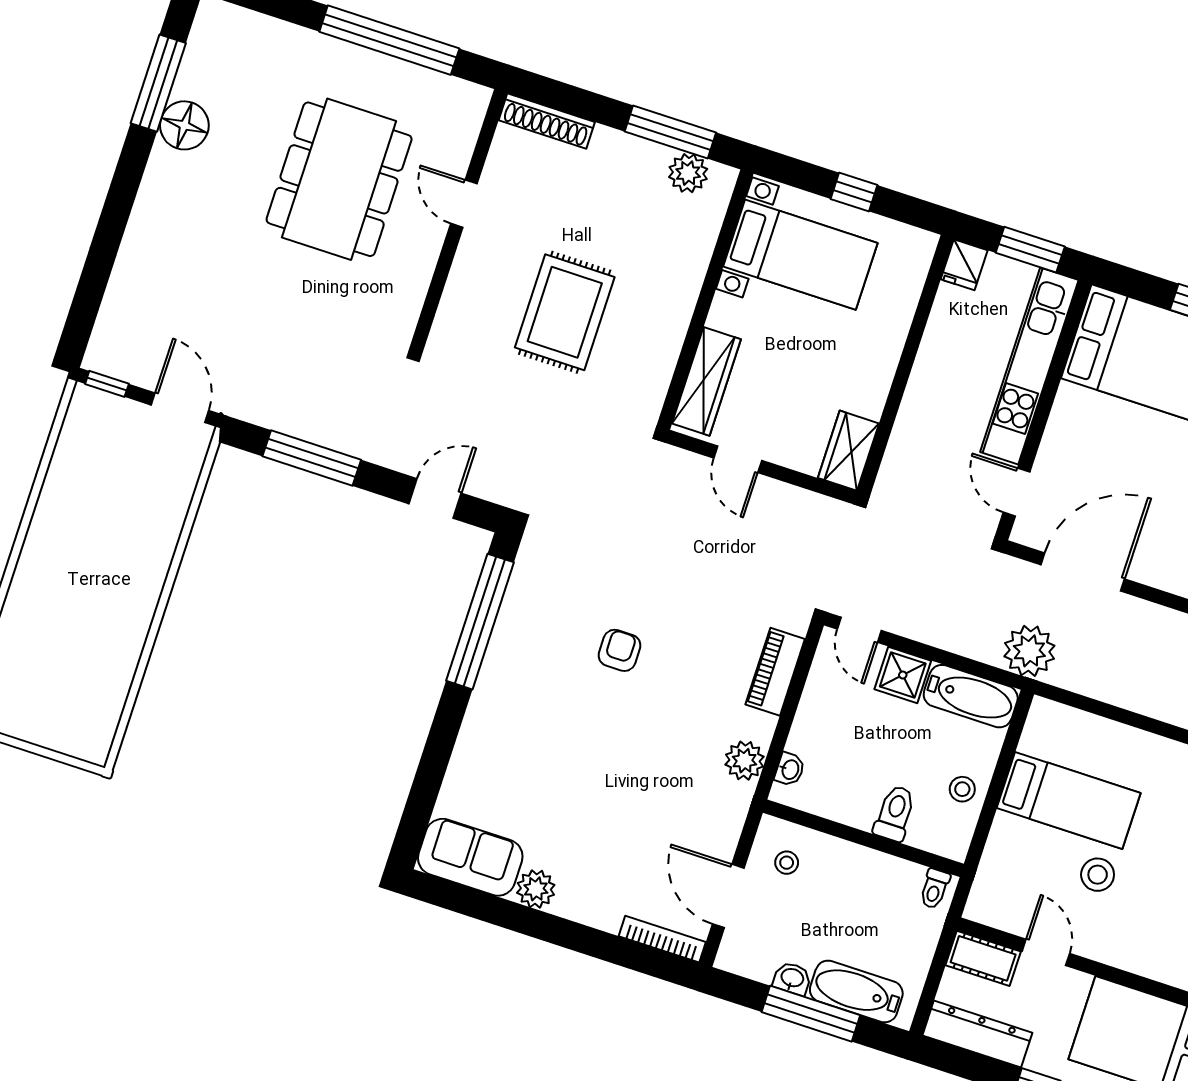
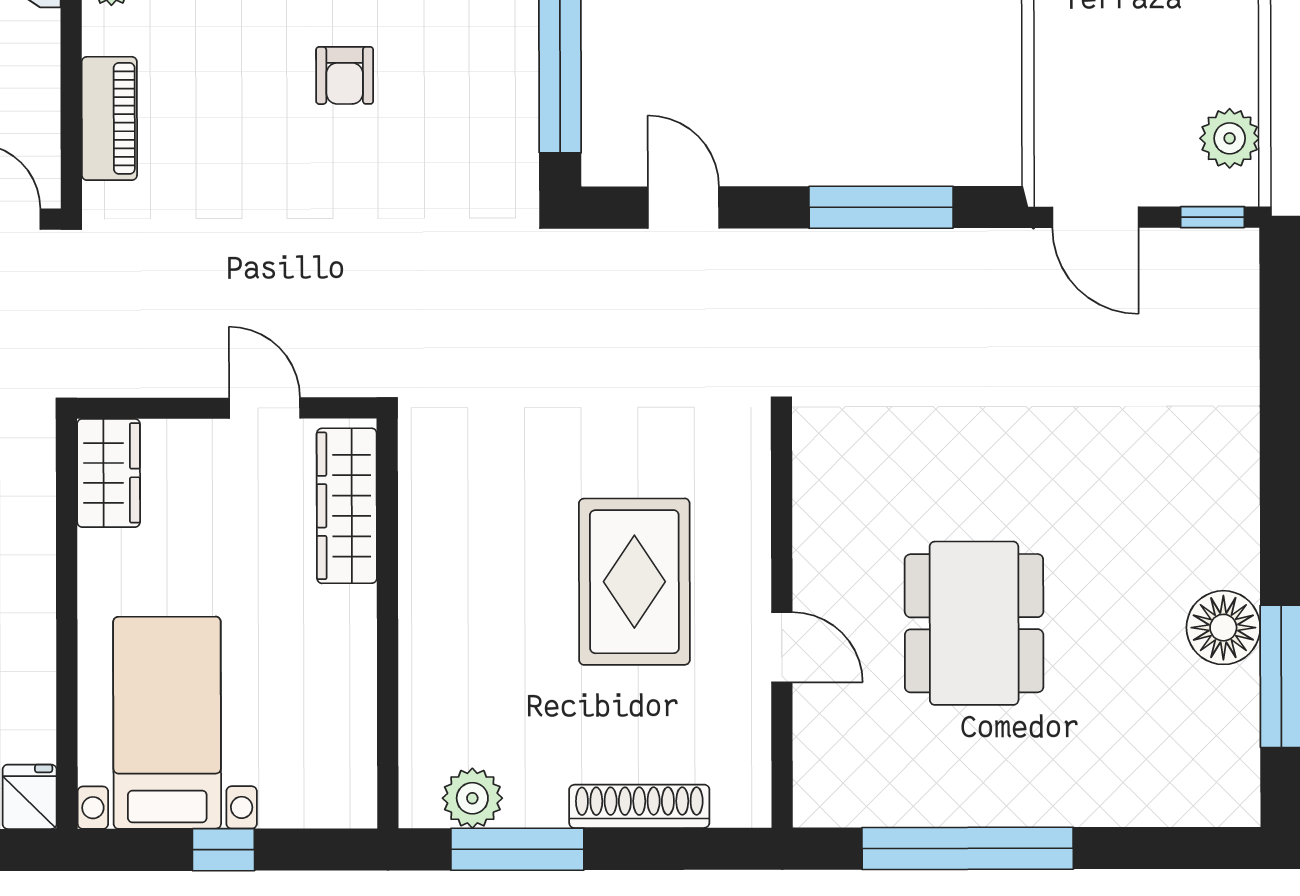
shoe rack: (547, 121) -> (639, 806), moved
dining table: (339, 179) -> (974, 623), width x0.73, depth x0.80
bed with nightstands: (800, 255) -> (167, 723), moved, turned 90
rug: (565, 312) -> (634, 582), moved
plant: (80, 430) -> (1230, 138), added
door: (435, 498) -> (683, 208), swing flipped

